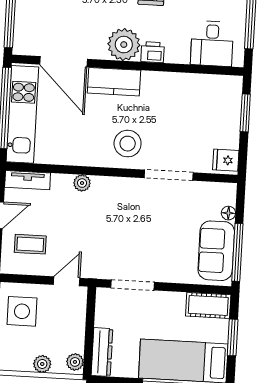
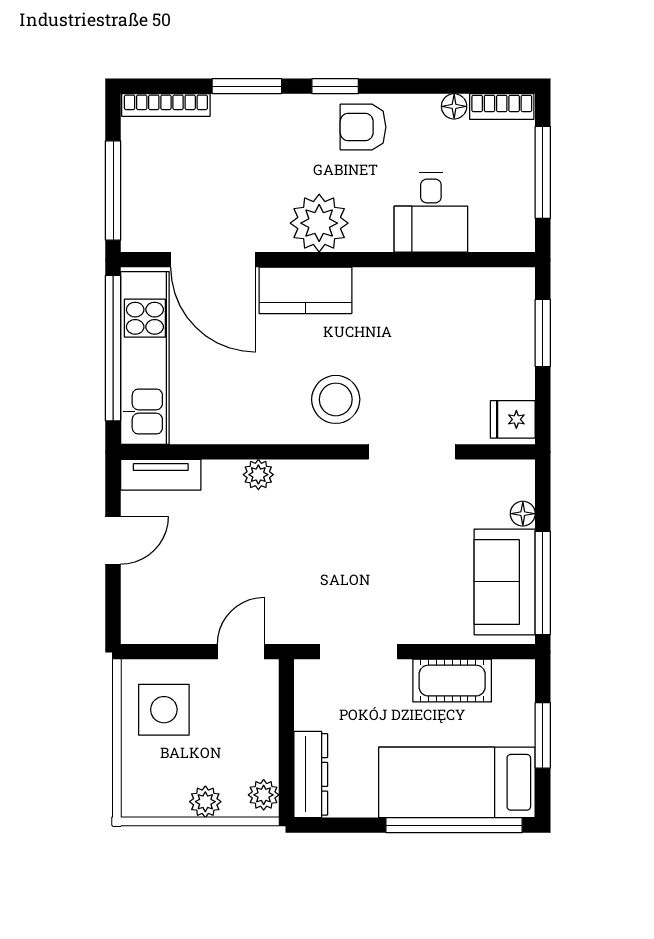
desk: (212, 44) -> (431, 212), moved
printer: (153, 52) -> (371, 234), removed
coffee table: (30, 244) -> (172, 589), removed
cot: (208, 305) -> (452, 681), moved

